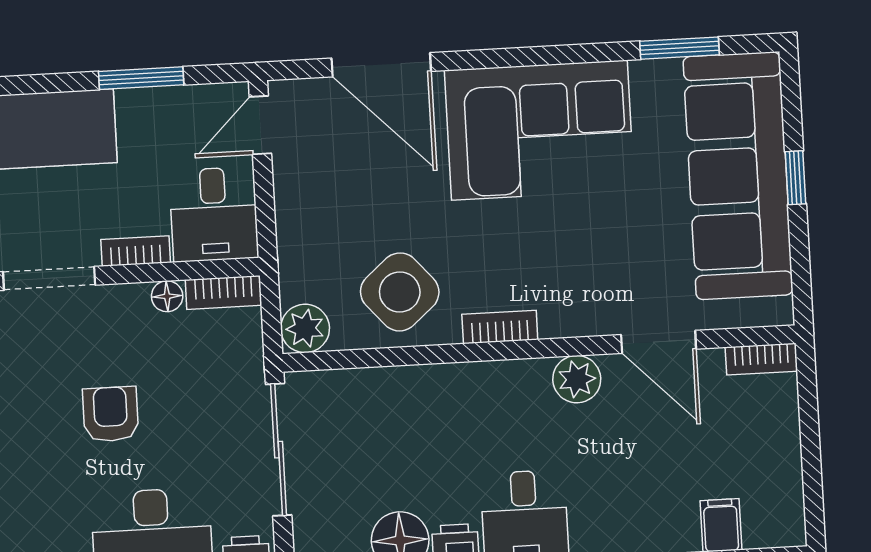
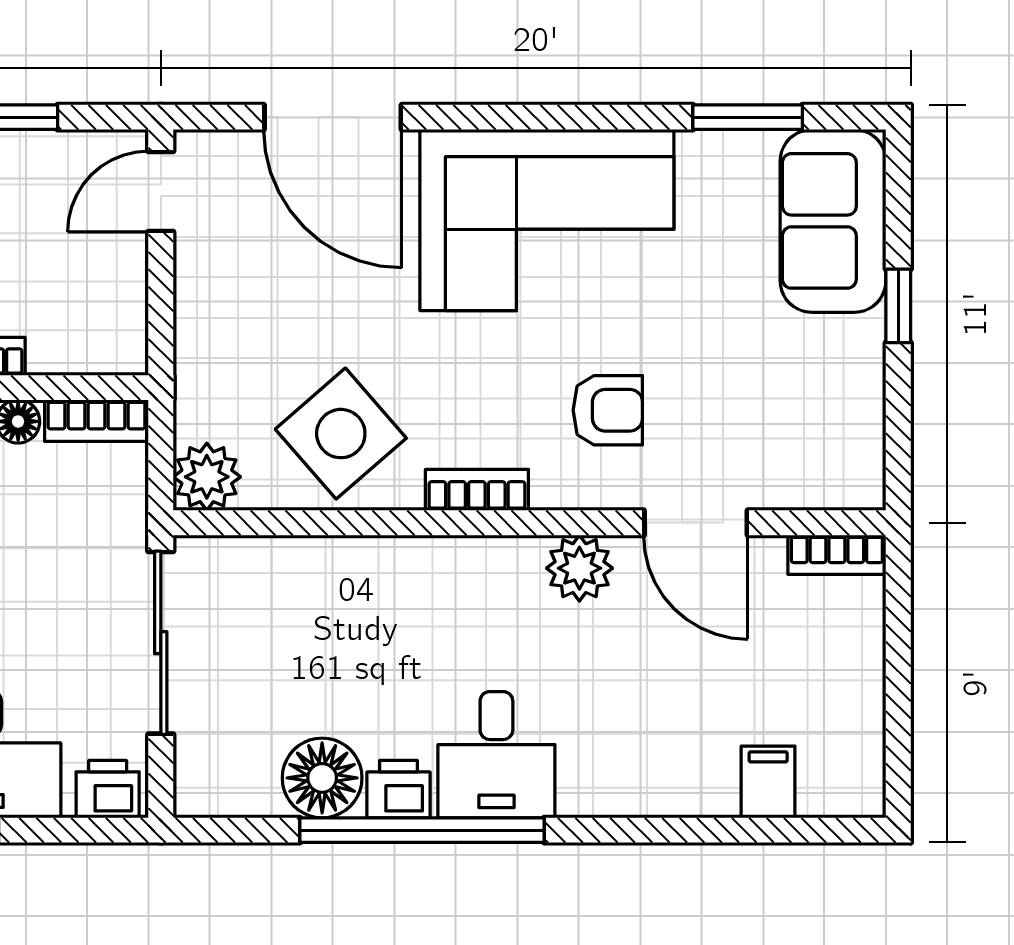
sofa: (738, 176) -> (833, 221), width x0.54, depth x0.79
desk: (214, 214) -> (89, 311), removed
armchair: (591, 264) -> (608, 410), added

